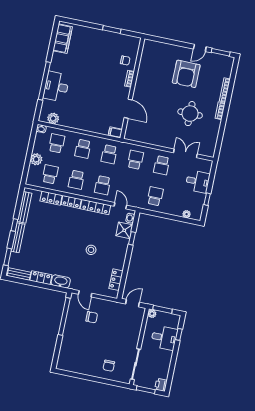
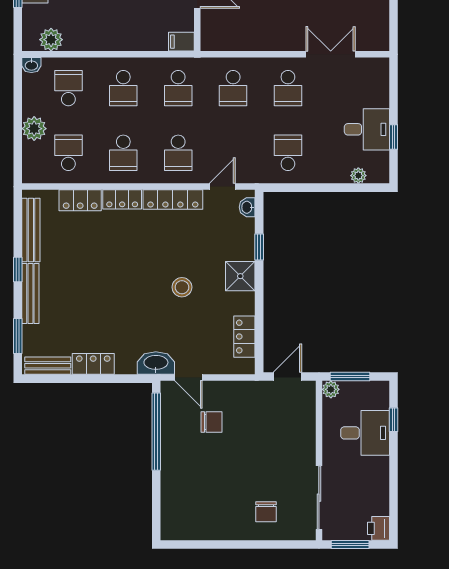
school desk: (135, 160) -> (233, 88), turned 180
desk: (198, 182) -> (367, 129), moved
door: (120, 206) -> (222, 187), hinge flipped
shower: (124, 230) -> (240, 276), moved
washbasin: (61, 281) -> (156, 363), moved

